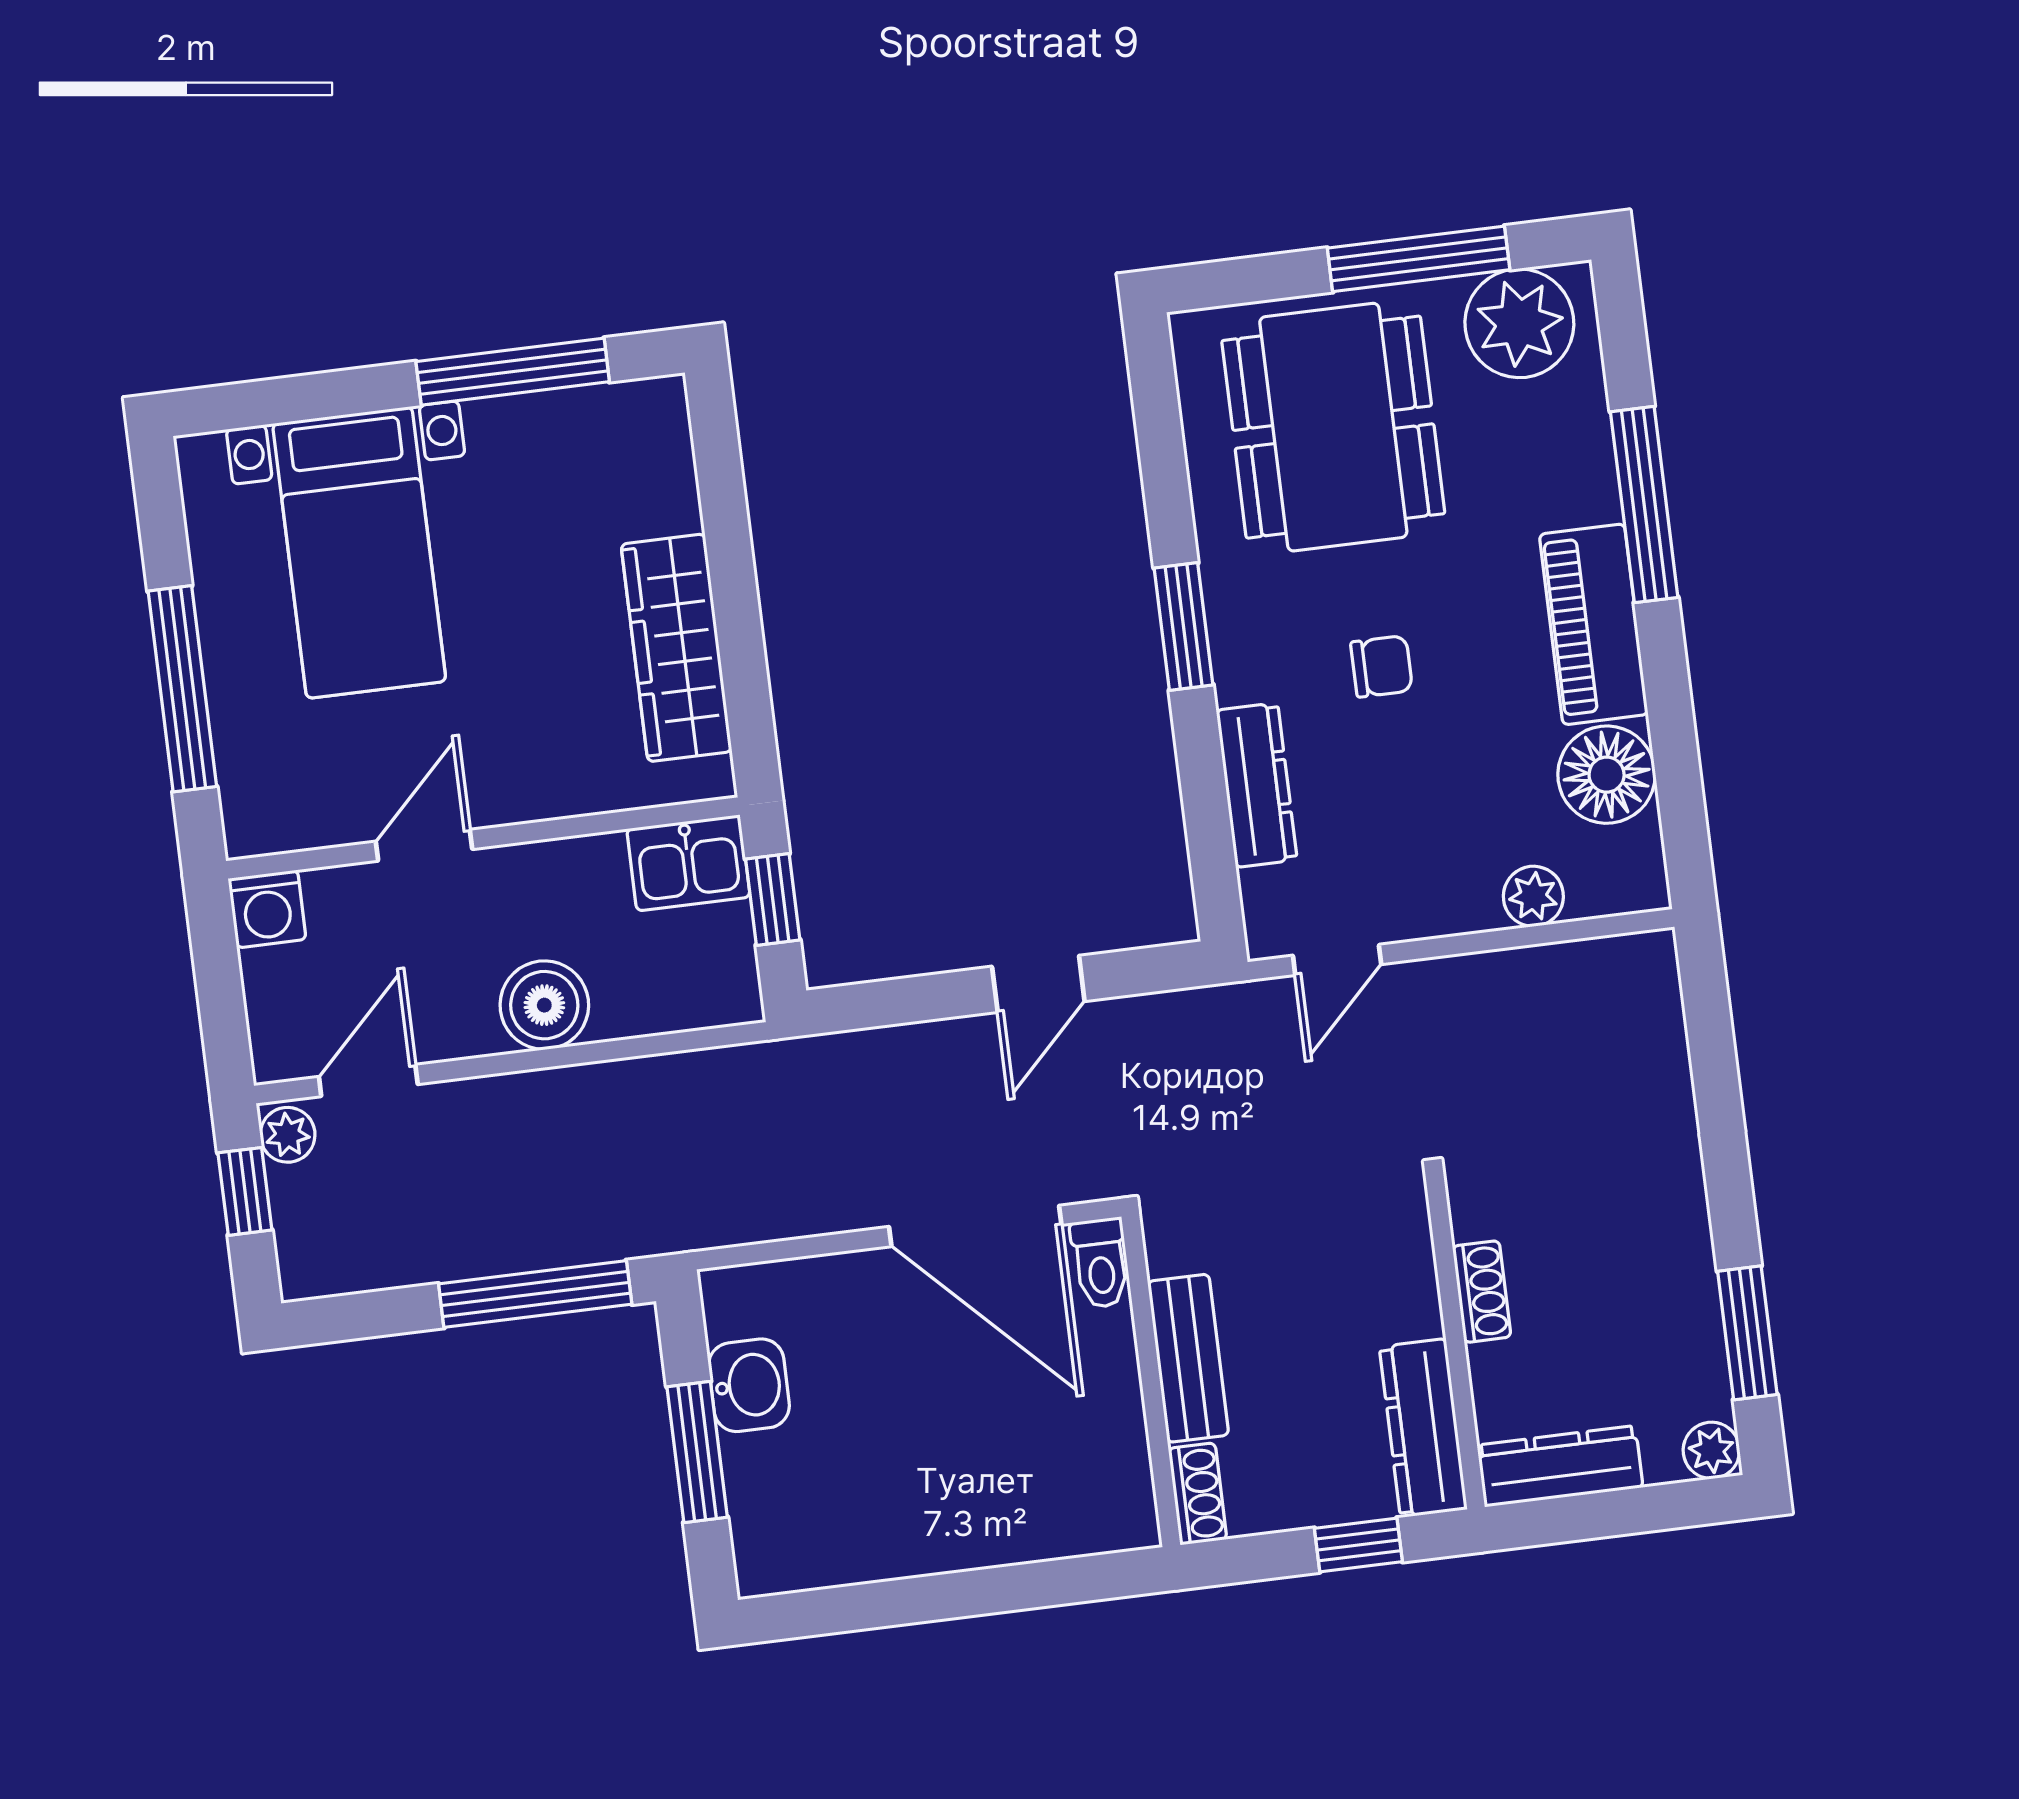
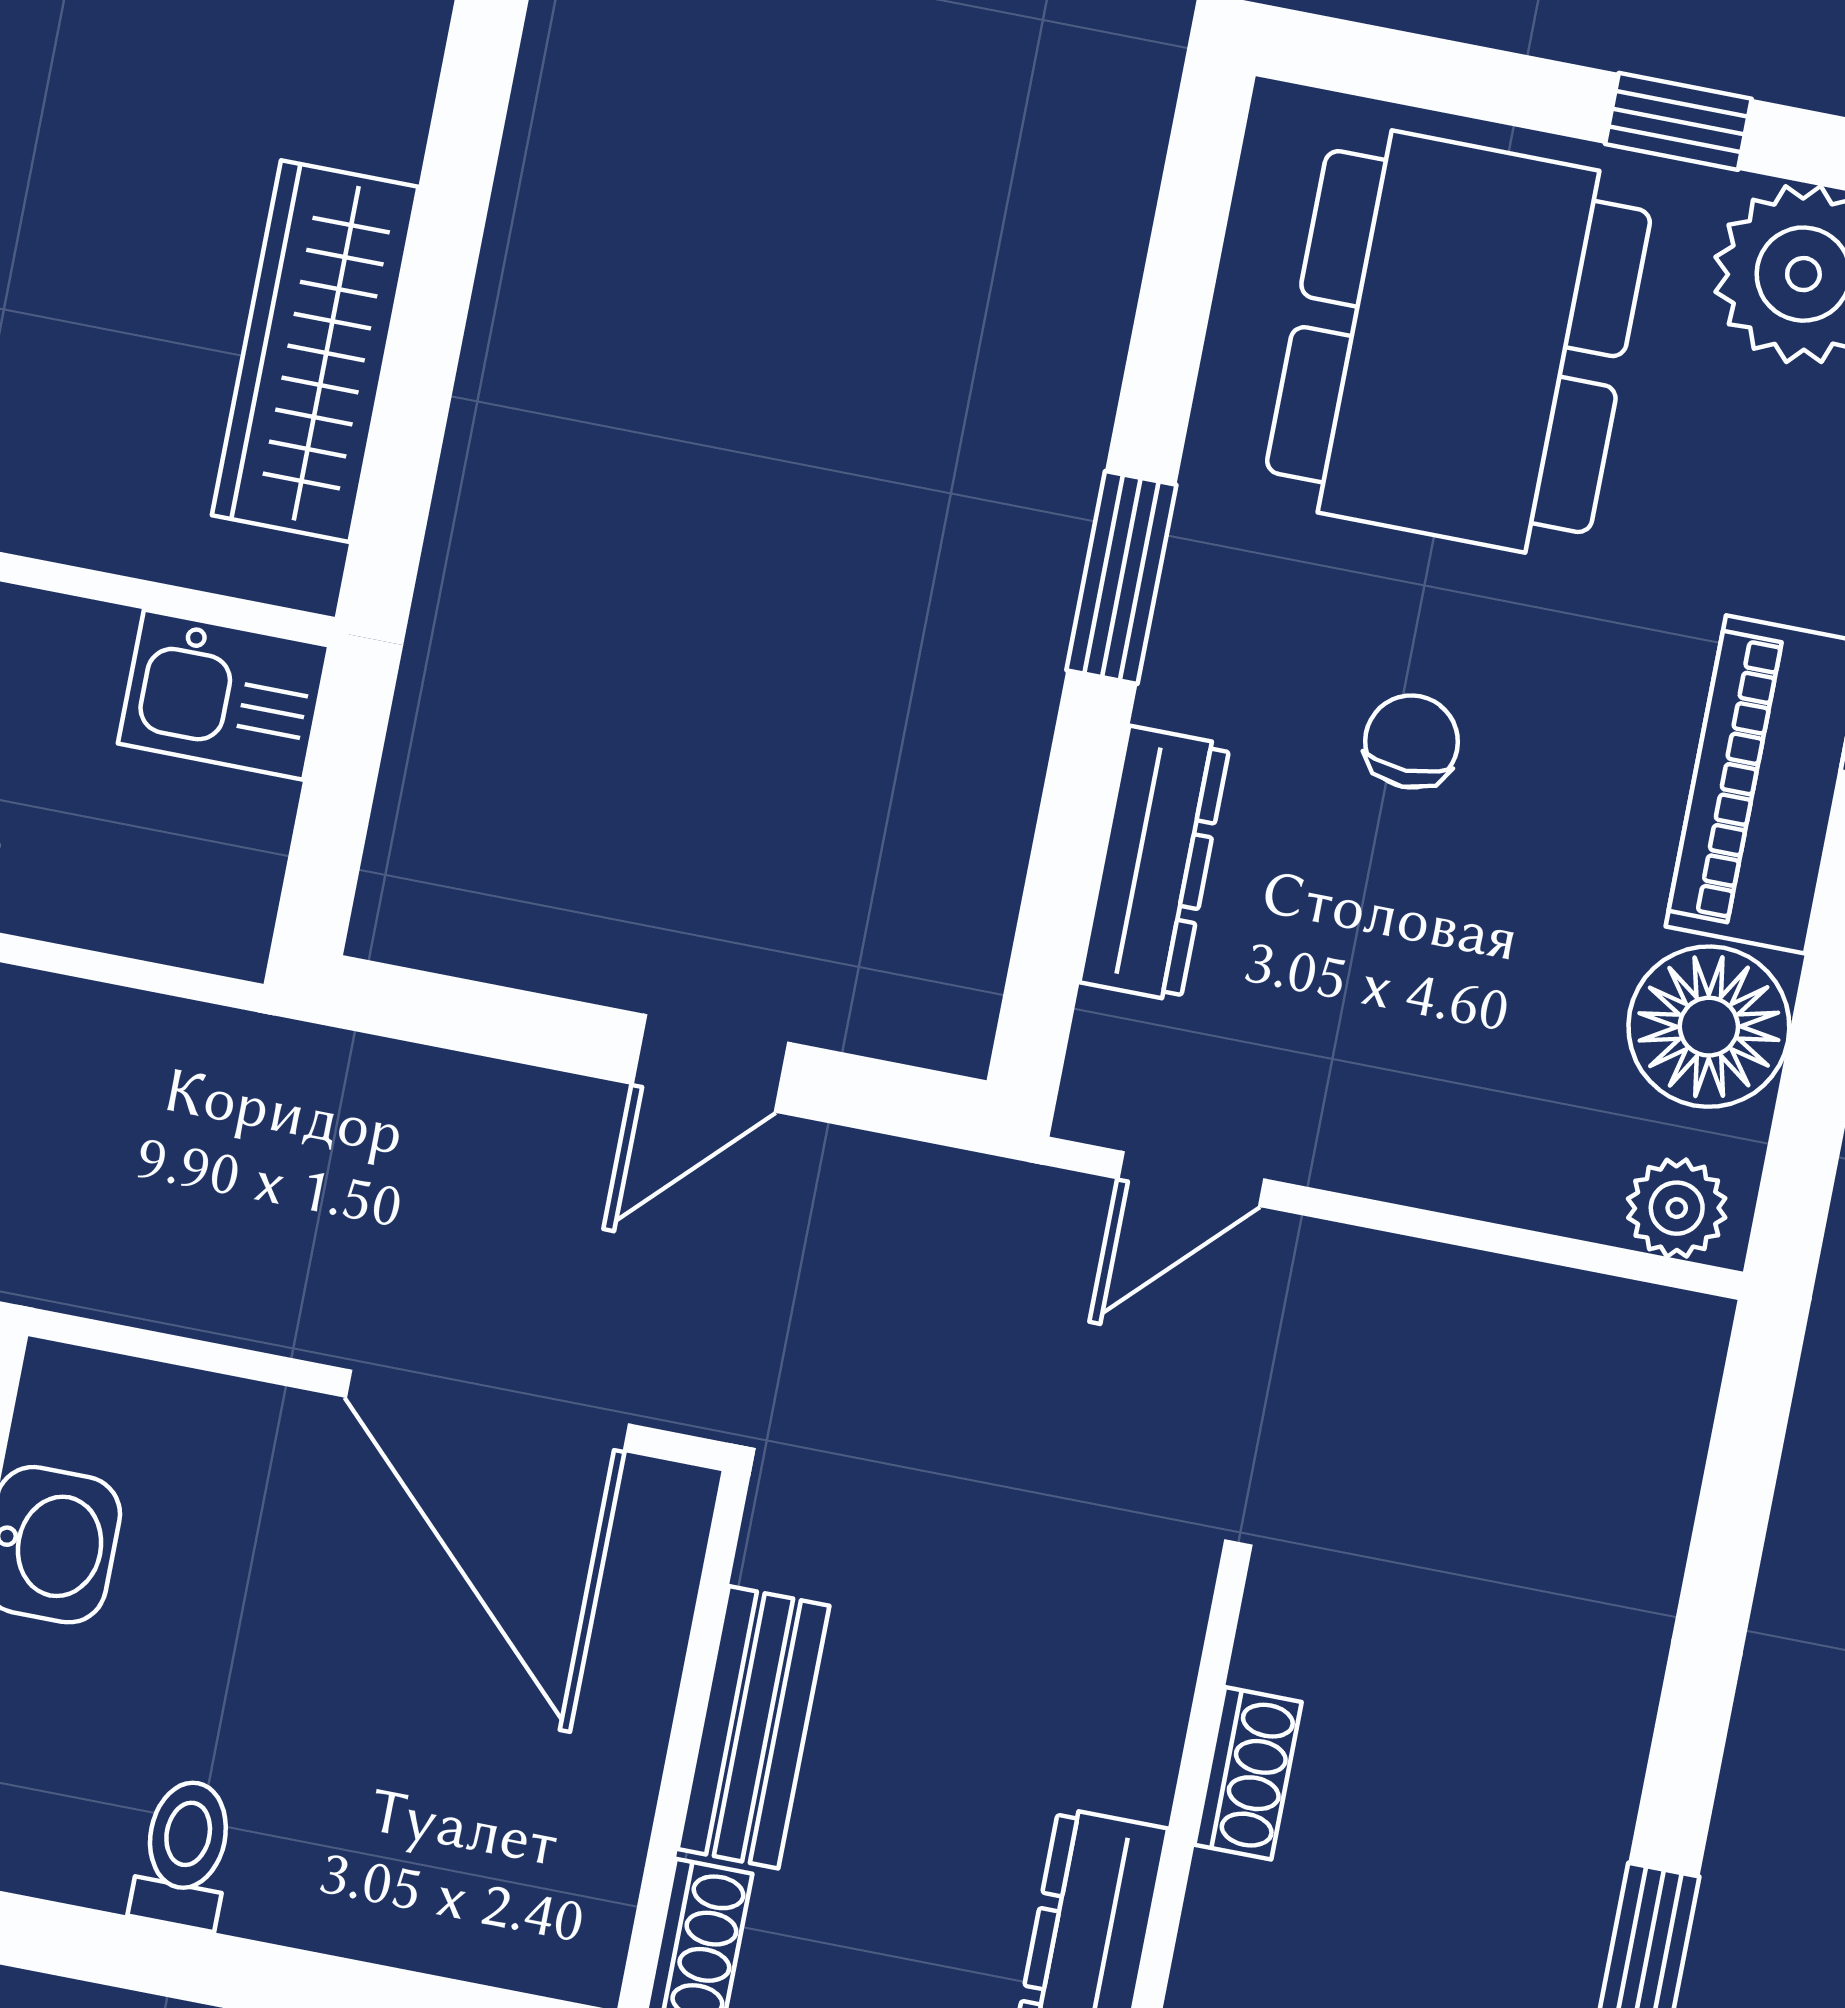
window: (1419, 259) -> (1678, 121), width x0.46
chair: (1382, 666) -> (1411, 742), turned -90
plant: (1533, 896) -> (1677, 1208), moved
window: (773, 899) -> (337, 795), removed
toilet: (1100, 1263) -> (184, 1854), moved, turned 180

